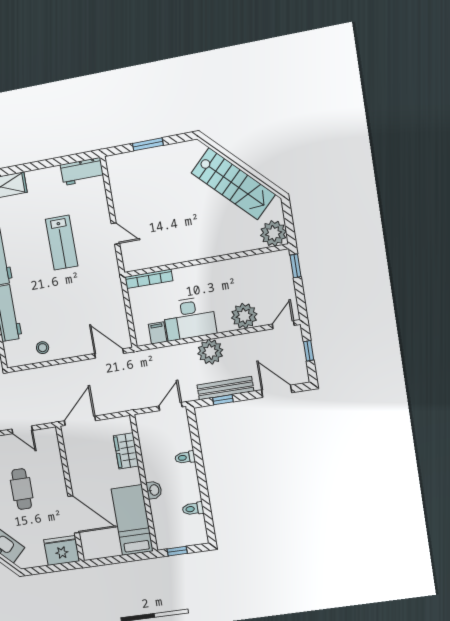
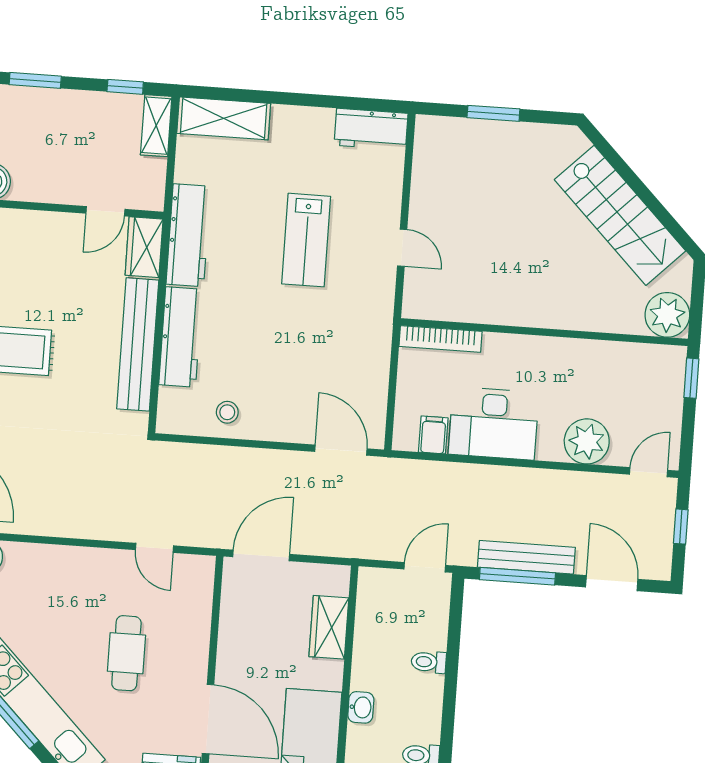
plant: (210, 352) -> (515, 489), removed
window: (223, 400) -> (517, 576), width x2.17

